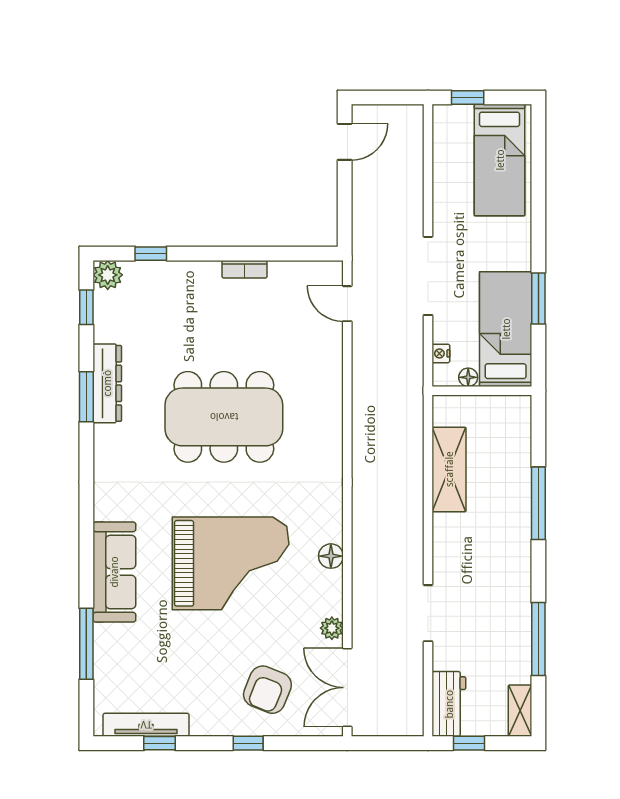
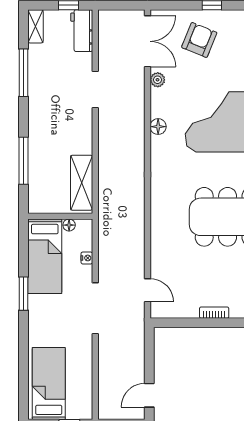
bed: (506, 329) -> (45, 256), moved
floor lamp: (468, 377) -> (69, 225), moved
wall: (482, 391) -> (60, 216), moved

